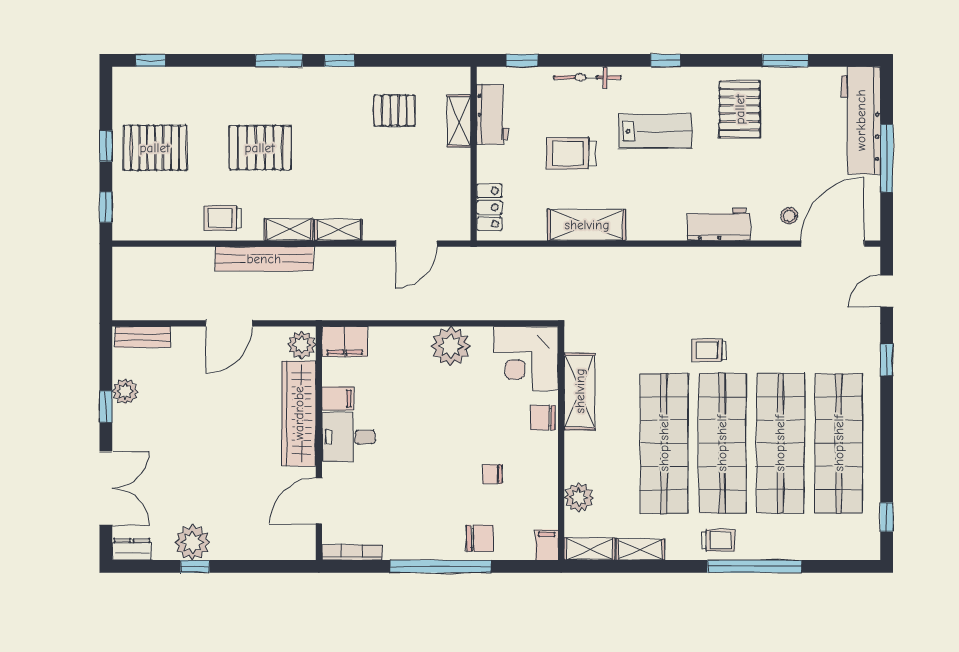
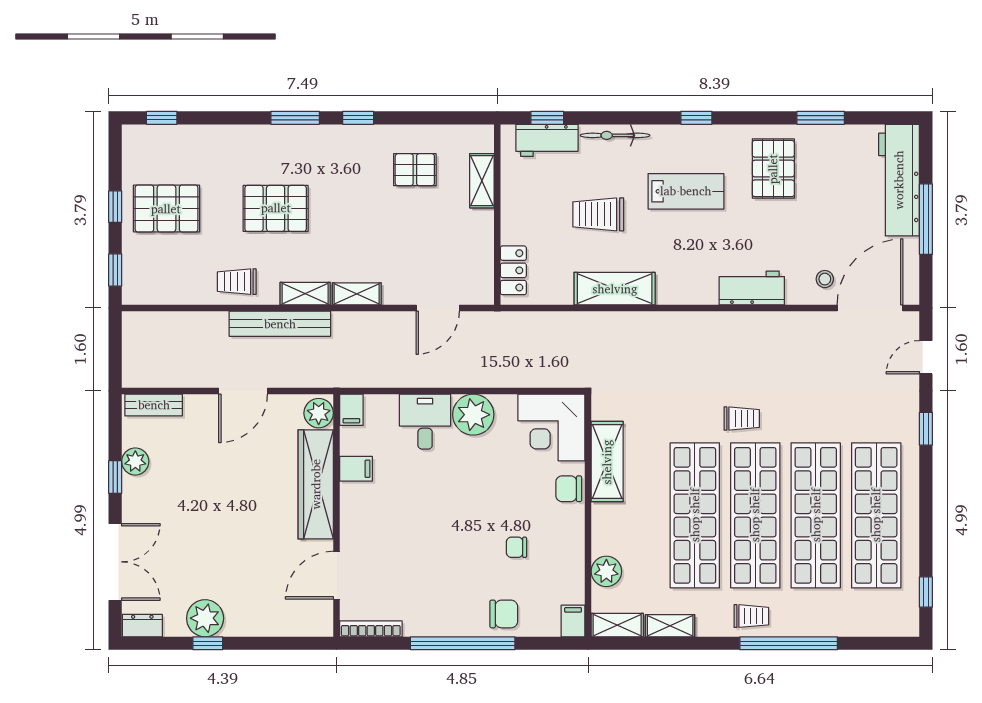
workbench: (492, 114) -> (547, 140), moved, turned 90
filing cabinet: (345, 342) -> (351, 410), width x0.50
trolley: (709, 350) -> (742, 419), turned 180
desk: (348, 437) -> (425, 422), moved, turned 90

